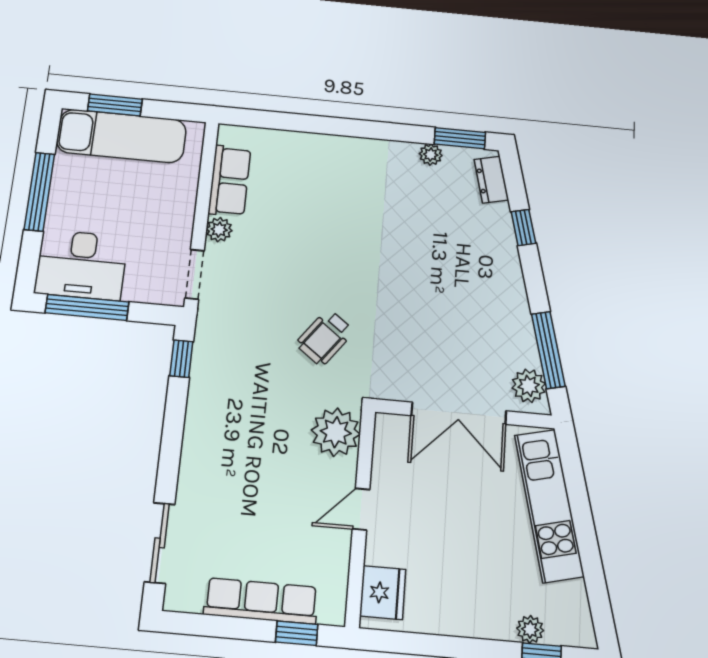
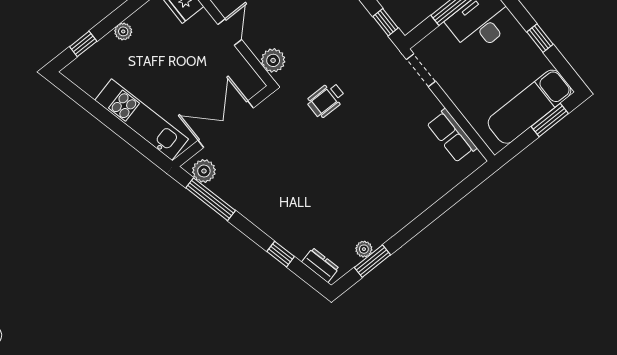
window: (460, 138) -> (372, 261), moved
window: (39, 192) -> (540, 38), width x0.46
plant: (219, 230) -> (432, 105), removed
wheelchair: (325, 338) -> (326, 100), turned -127
plant: (336, 432) -> (273, 60), width x0.73, depth x0.73
plant: (530, 629) -> (123, 31), moved

